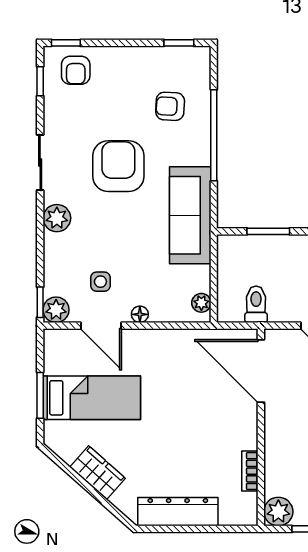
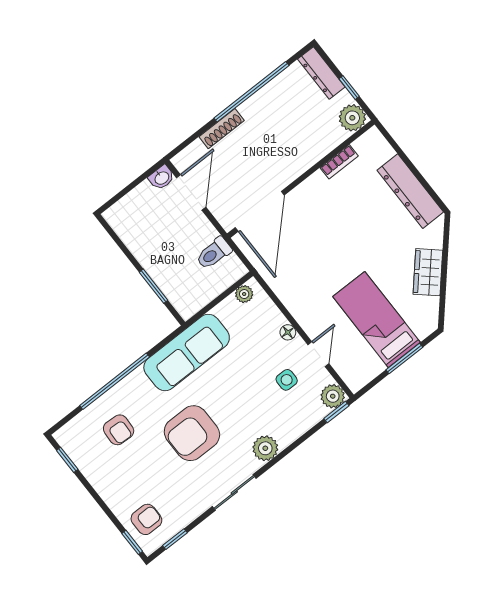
door: (101, 326) -> (318, 354), width x0.73

